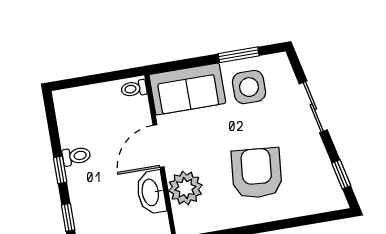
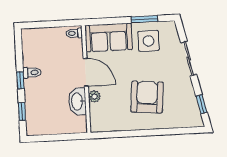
door: (159, 146) -> (86, 72), swing flipped
plant: (185, 188) -> (94, 96), width x0.53, depth x0.53

